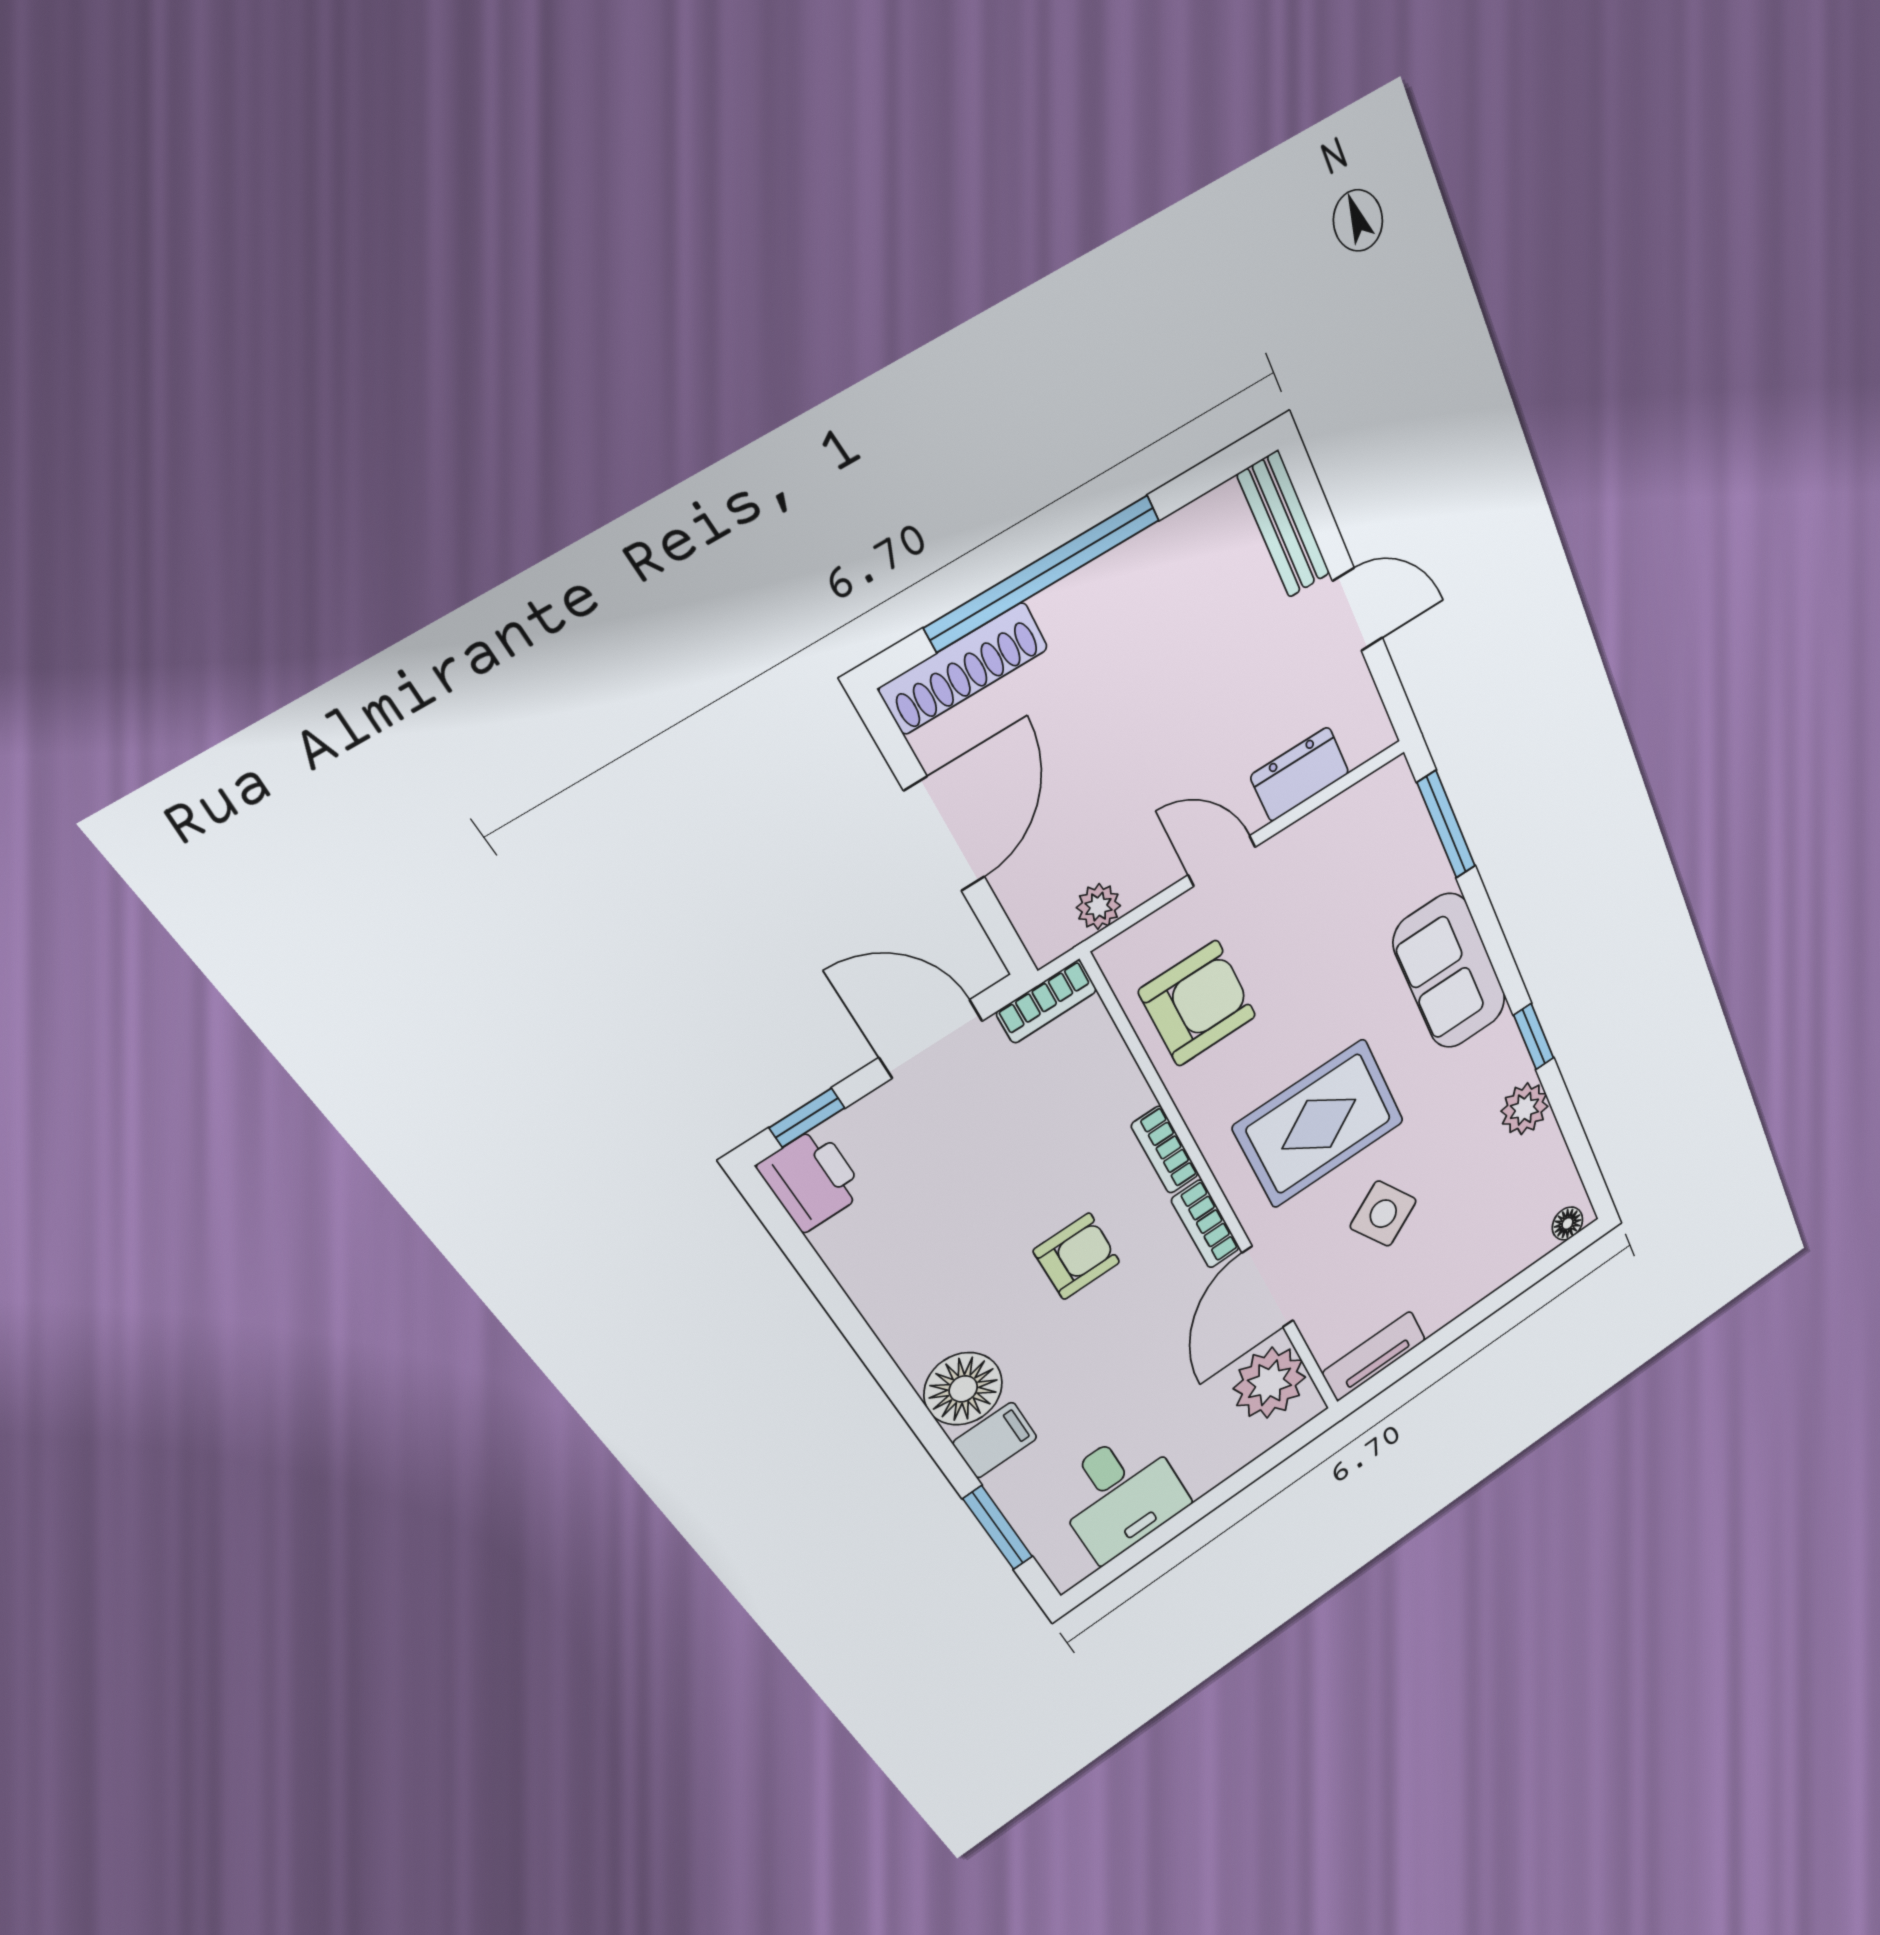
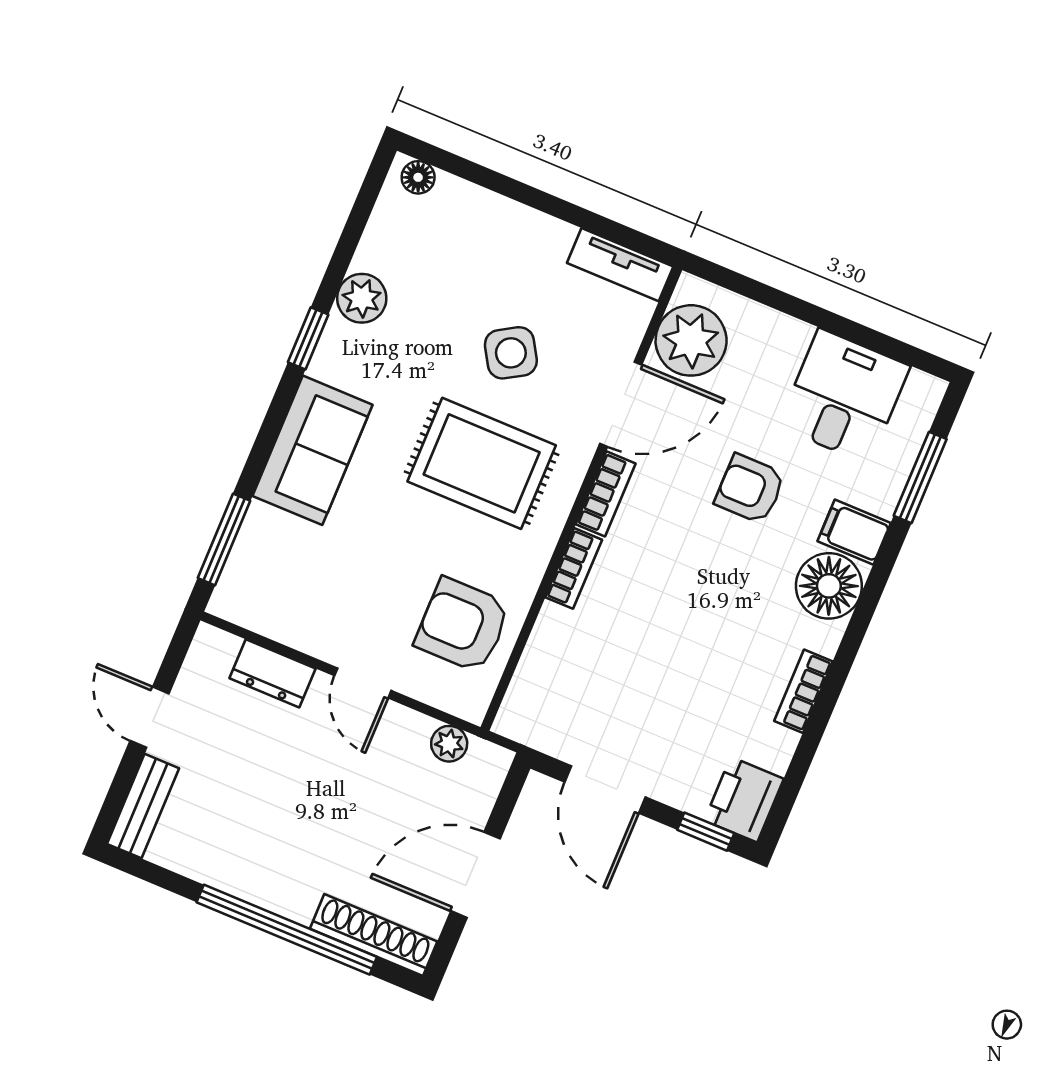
bookcase: (1047, 1002) -> (804, 691), moved, turned -90
armchair: (1077, 1256) -> (750, 489), moved

